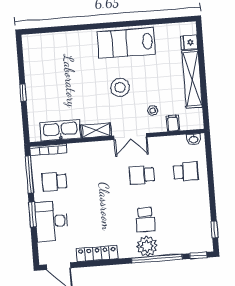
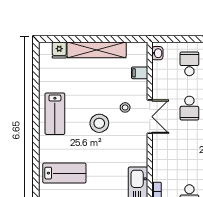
lab bench: (126, 43) -> (55, 114), width x0.73, depth x0.72
lab bench: (68, 57) -> (64, 173), added
stool: (153, 111) -> (125, 107), moved
shelving: (96, 130) -> (141, 151), removed

